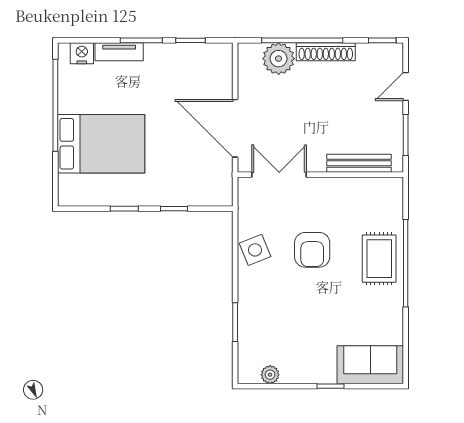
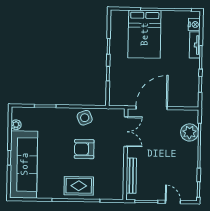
shoe rack: (326, 52) -> (193, 158), removed
sofa: (370, 365) -> (24, 164), width x1.85, depth x1.27

